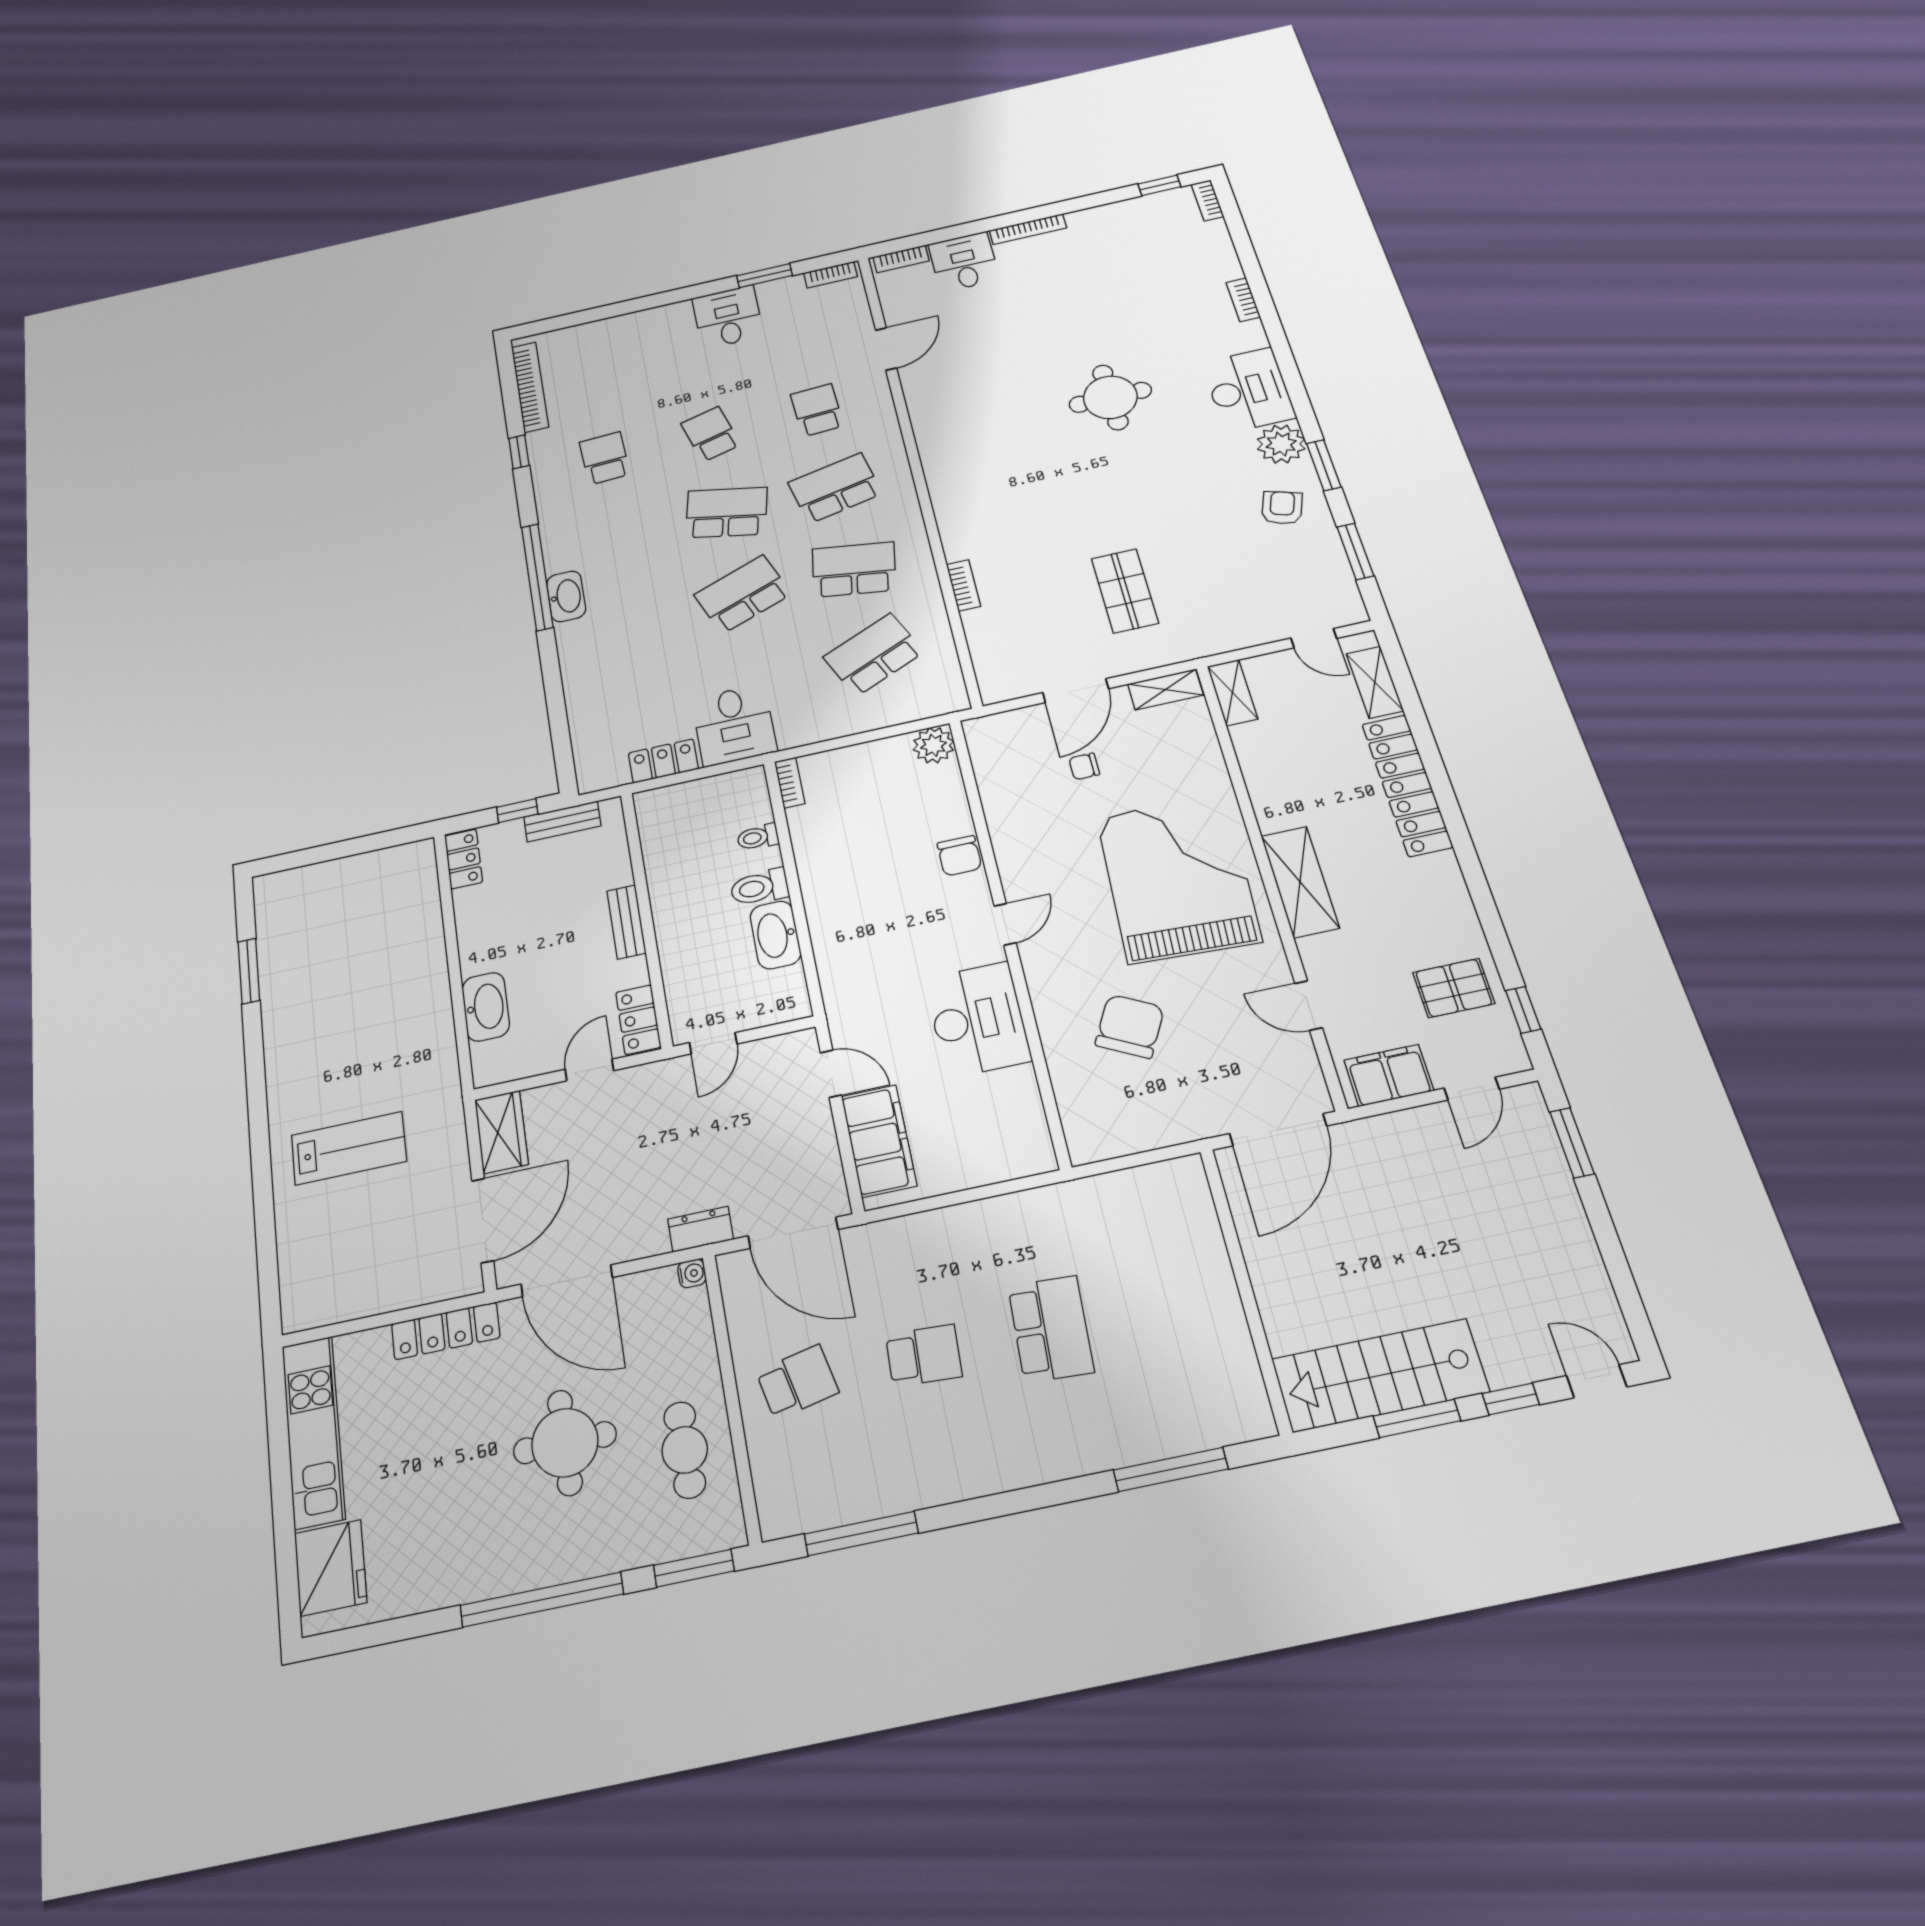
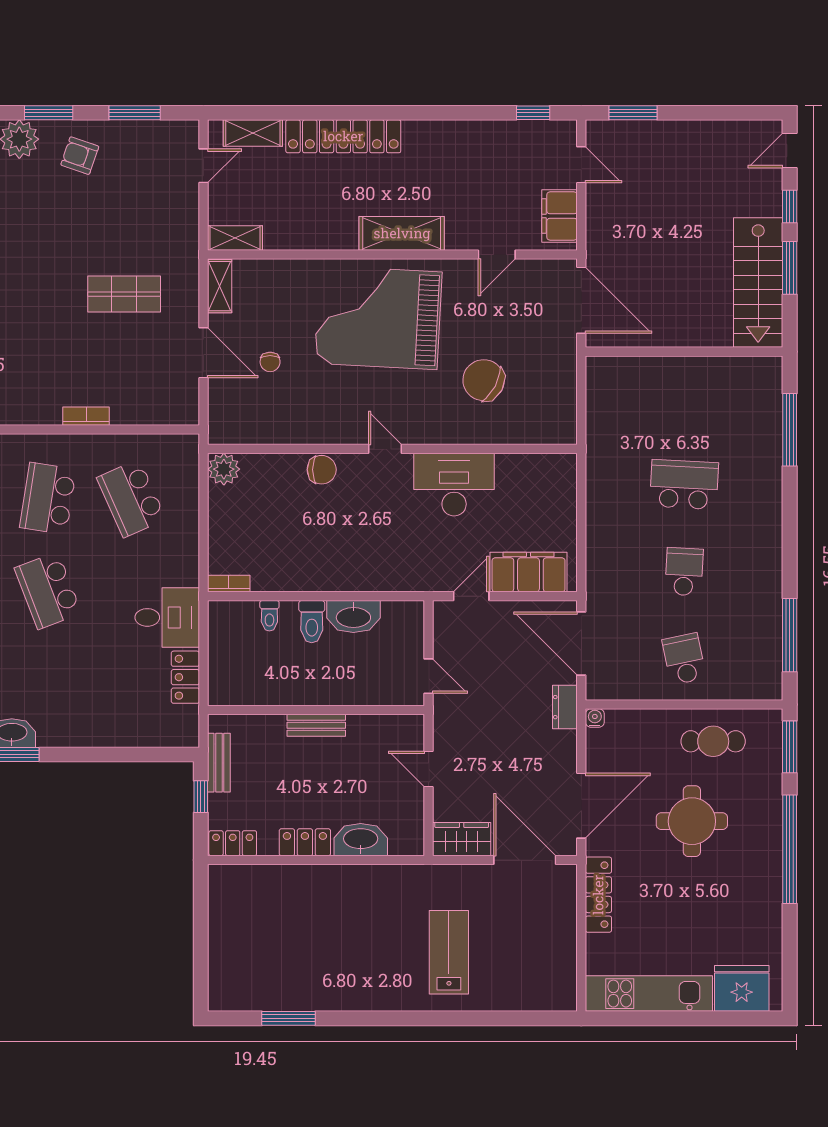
pallet: (1454, 988) -> (507, 153), removed
locker: (638, 1020) -> (305, 842), moved, turned 180
door: (793, 1233) -> (581, 644), swing flipped

